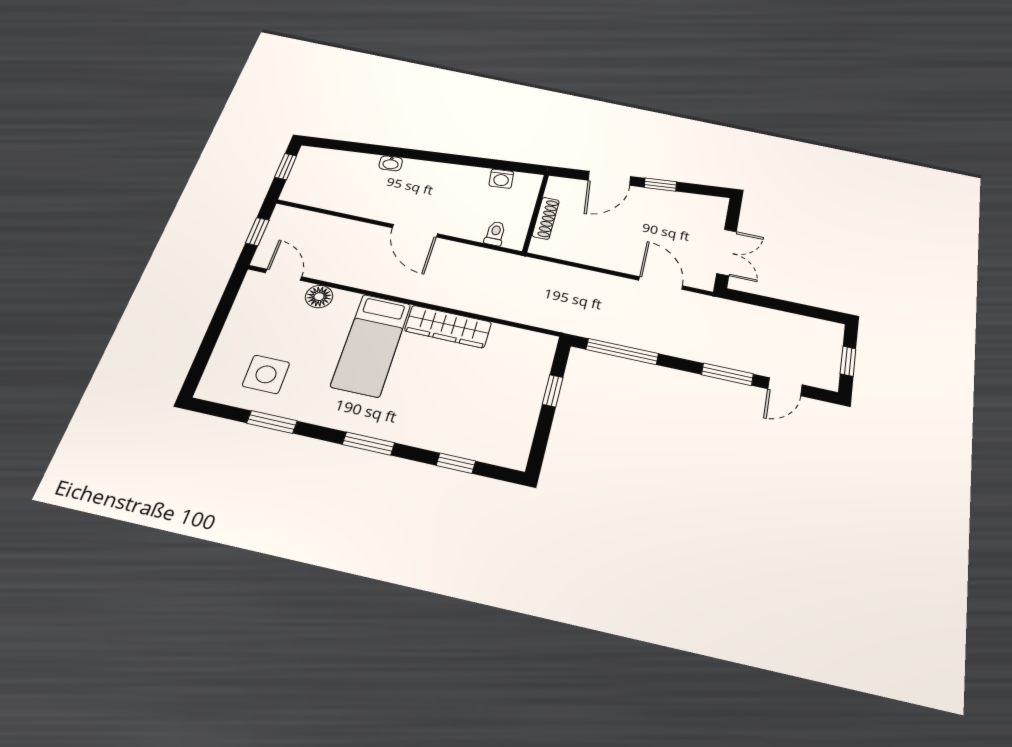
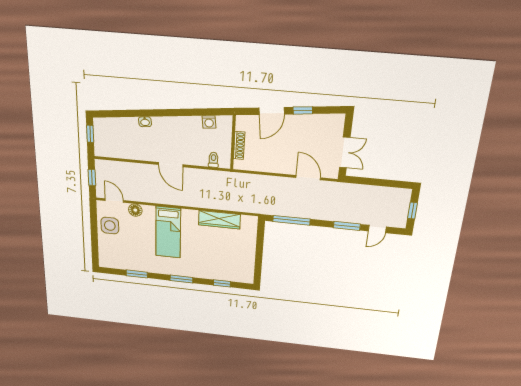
wardrobe: (448, 327) -> (219, 220), moved
side table: (266, 374) -> (110, 226), moved
window: (553, 391) -> (260, 245), removed

